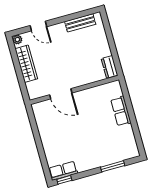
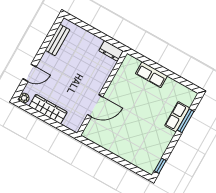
row of seats: (63, 171) -> (177, 117), moved

